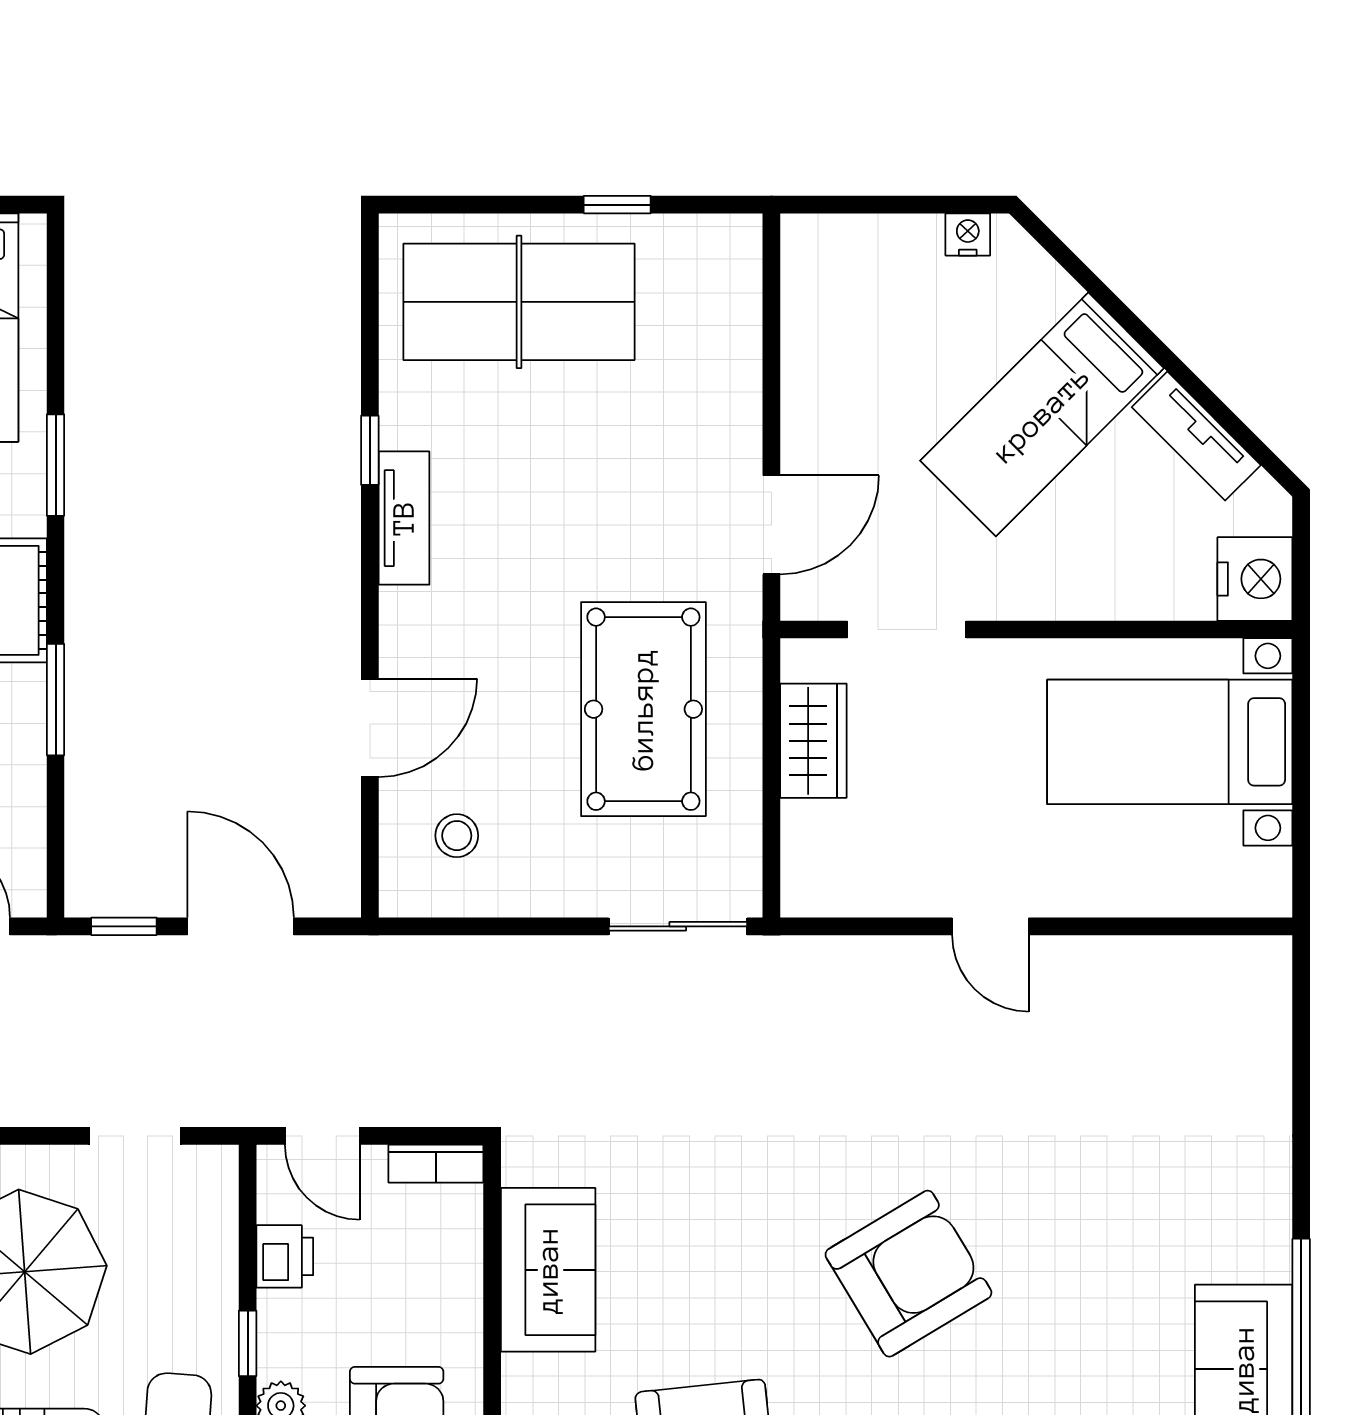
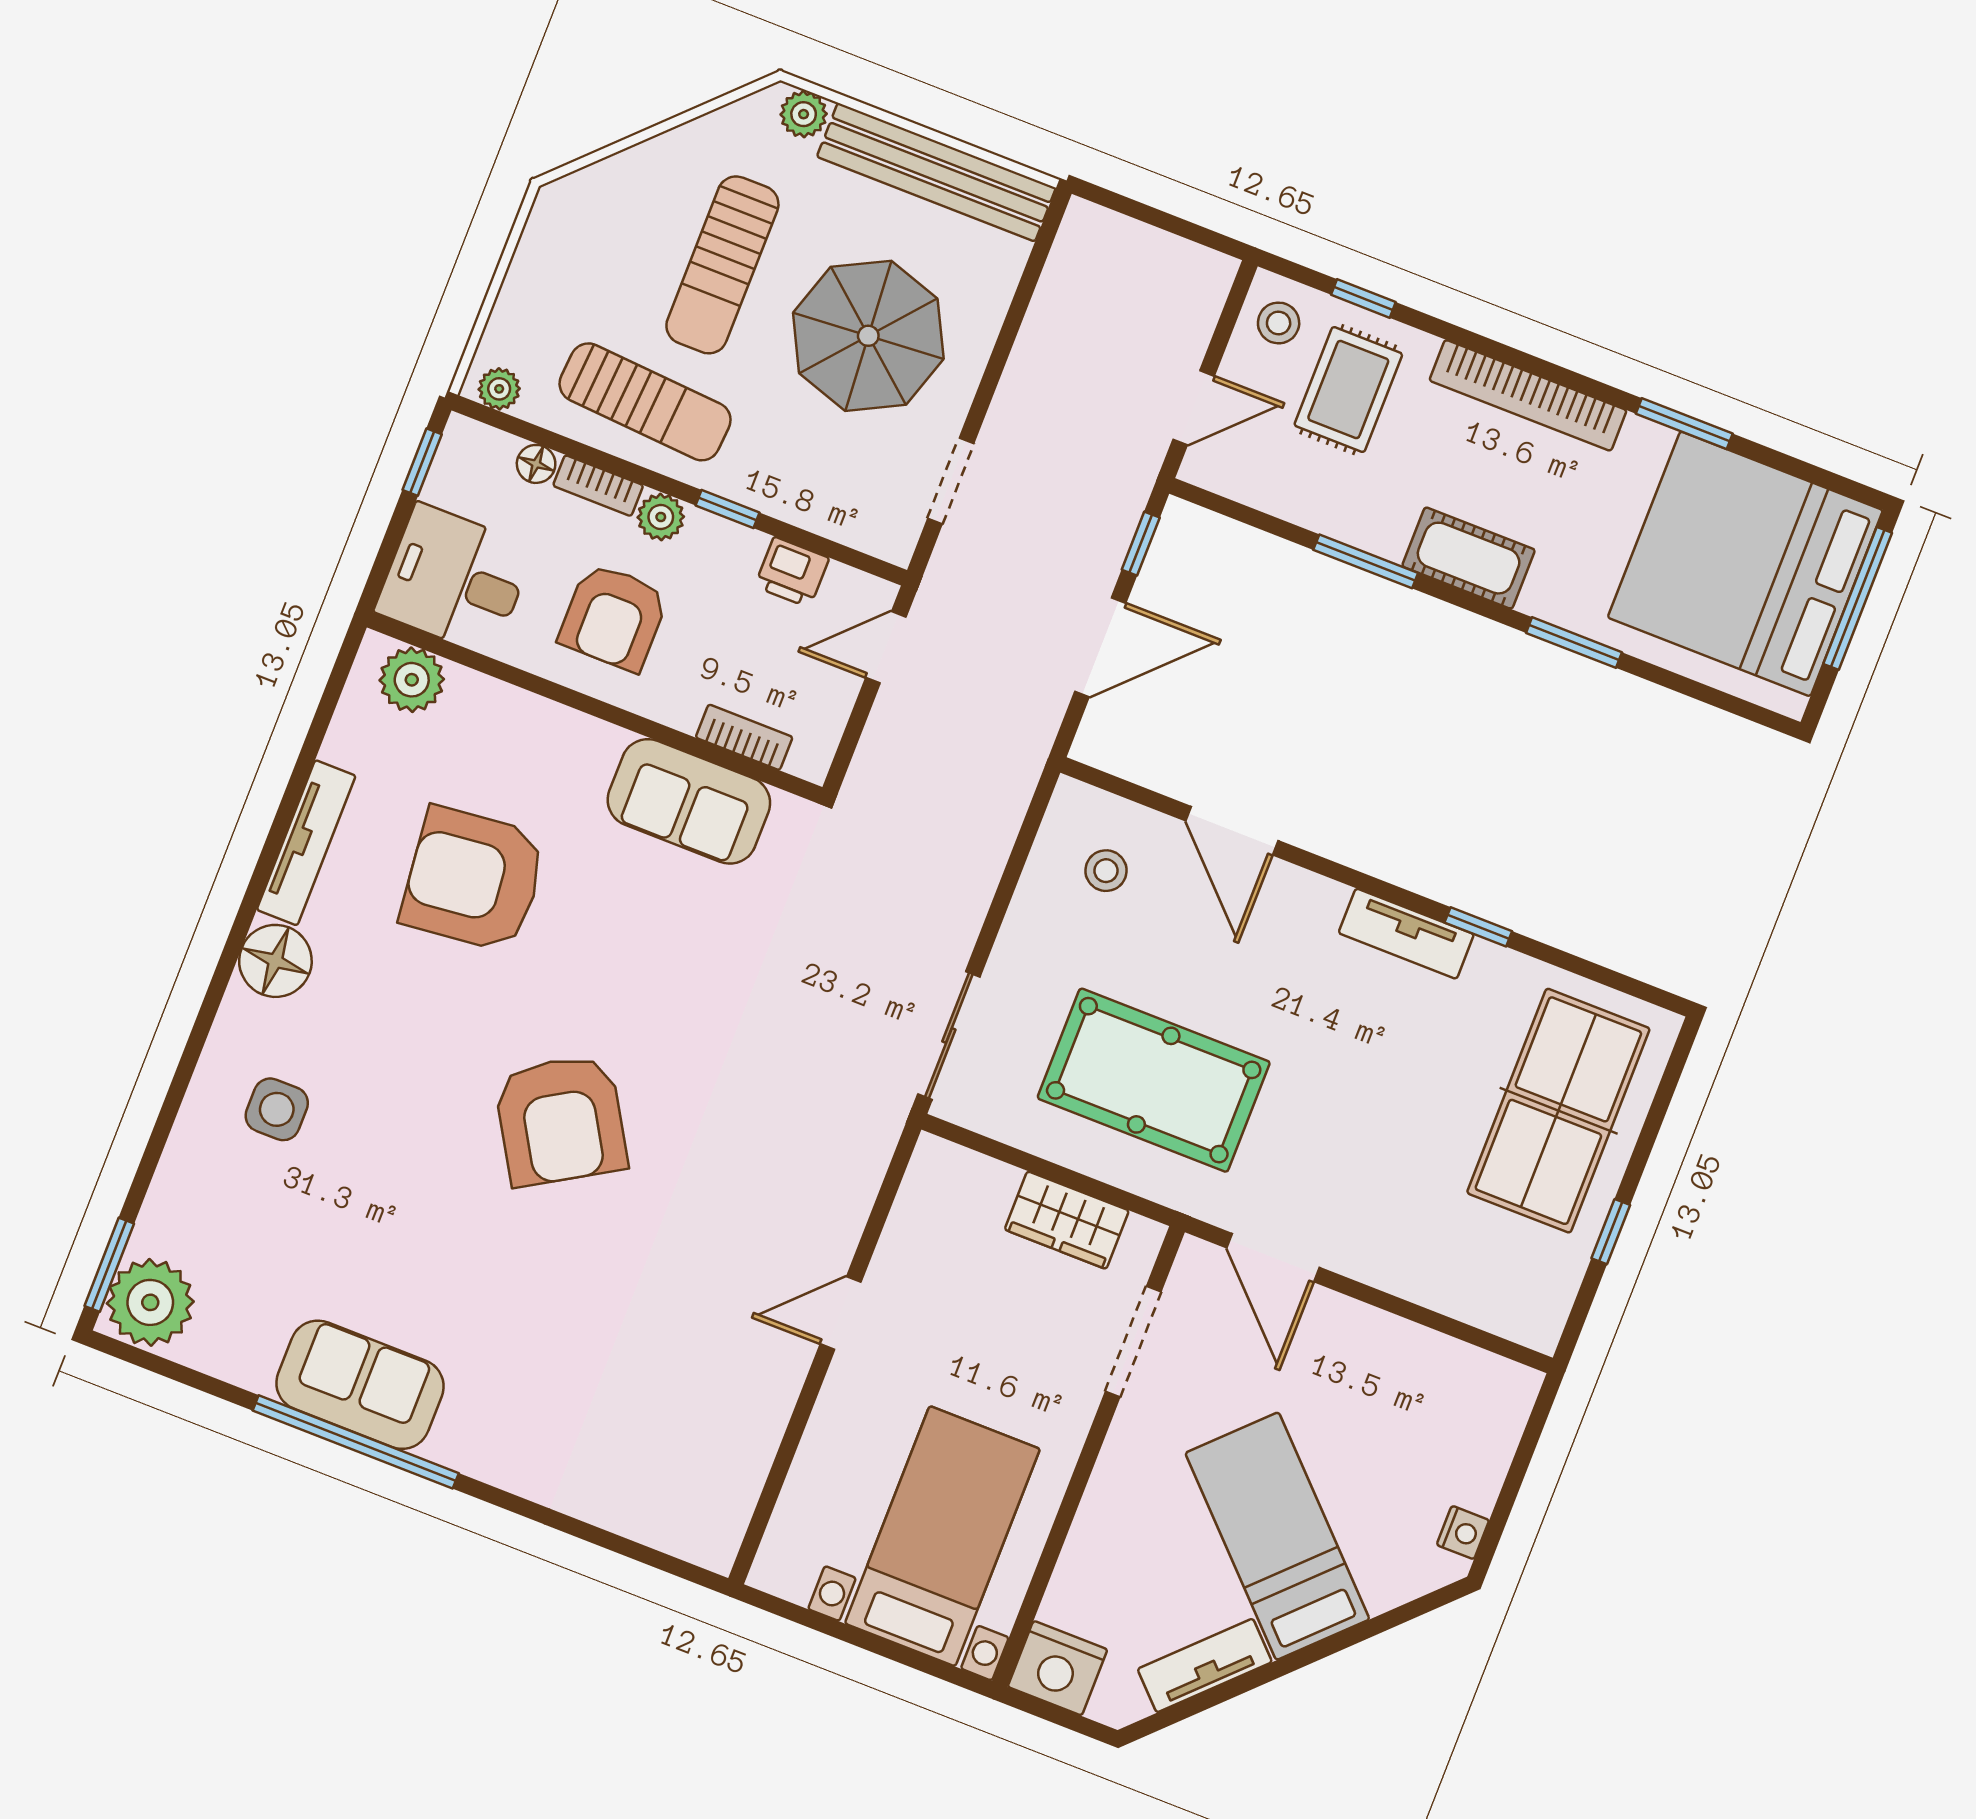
bookcase: (436, 1164) -> (744, 737), moved, turned 90

